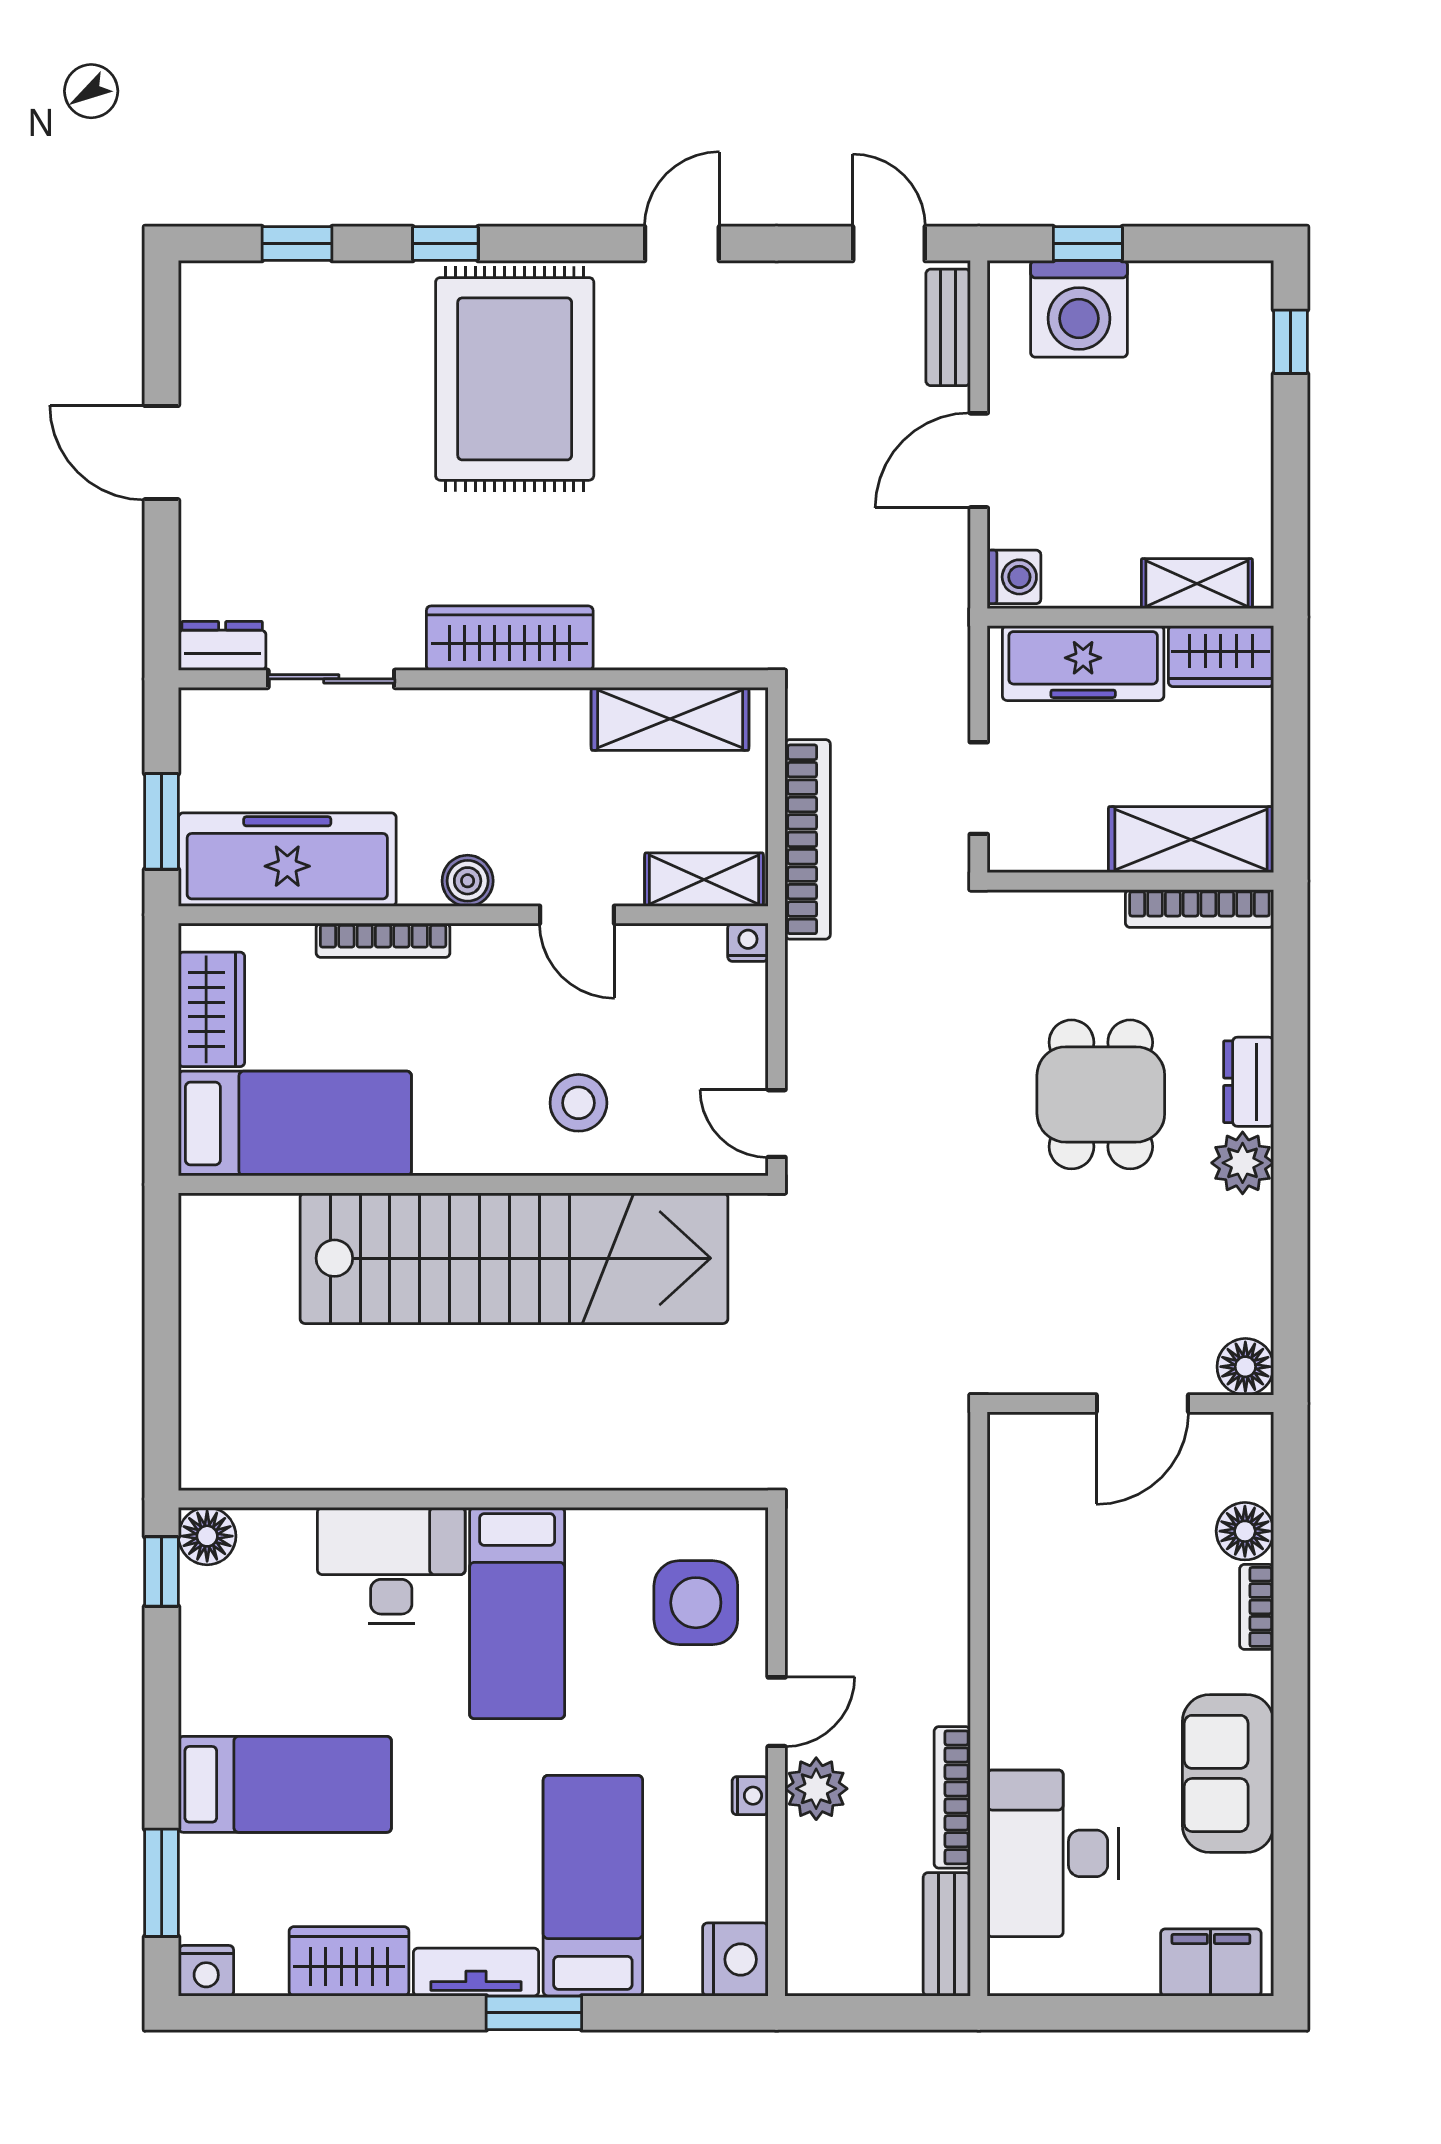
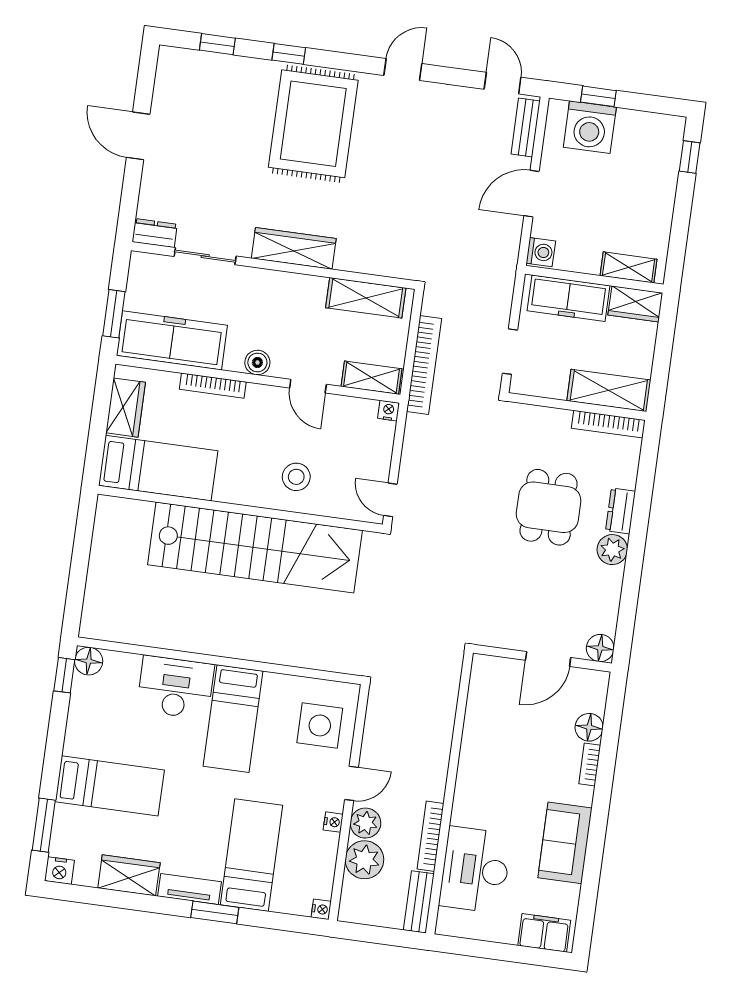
plant: (824, 1864) -> (364, 860), added
nightstand: (735, 1959) -> (321, 909), width x0.53, depth x0.56

